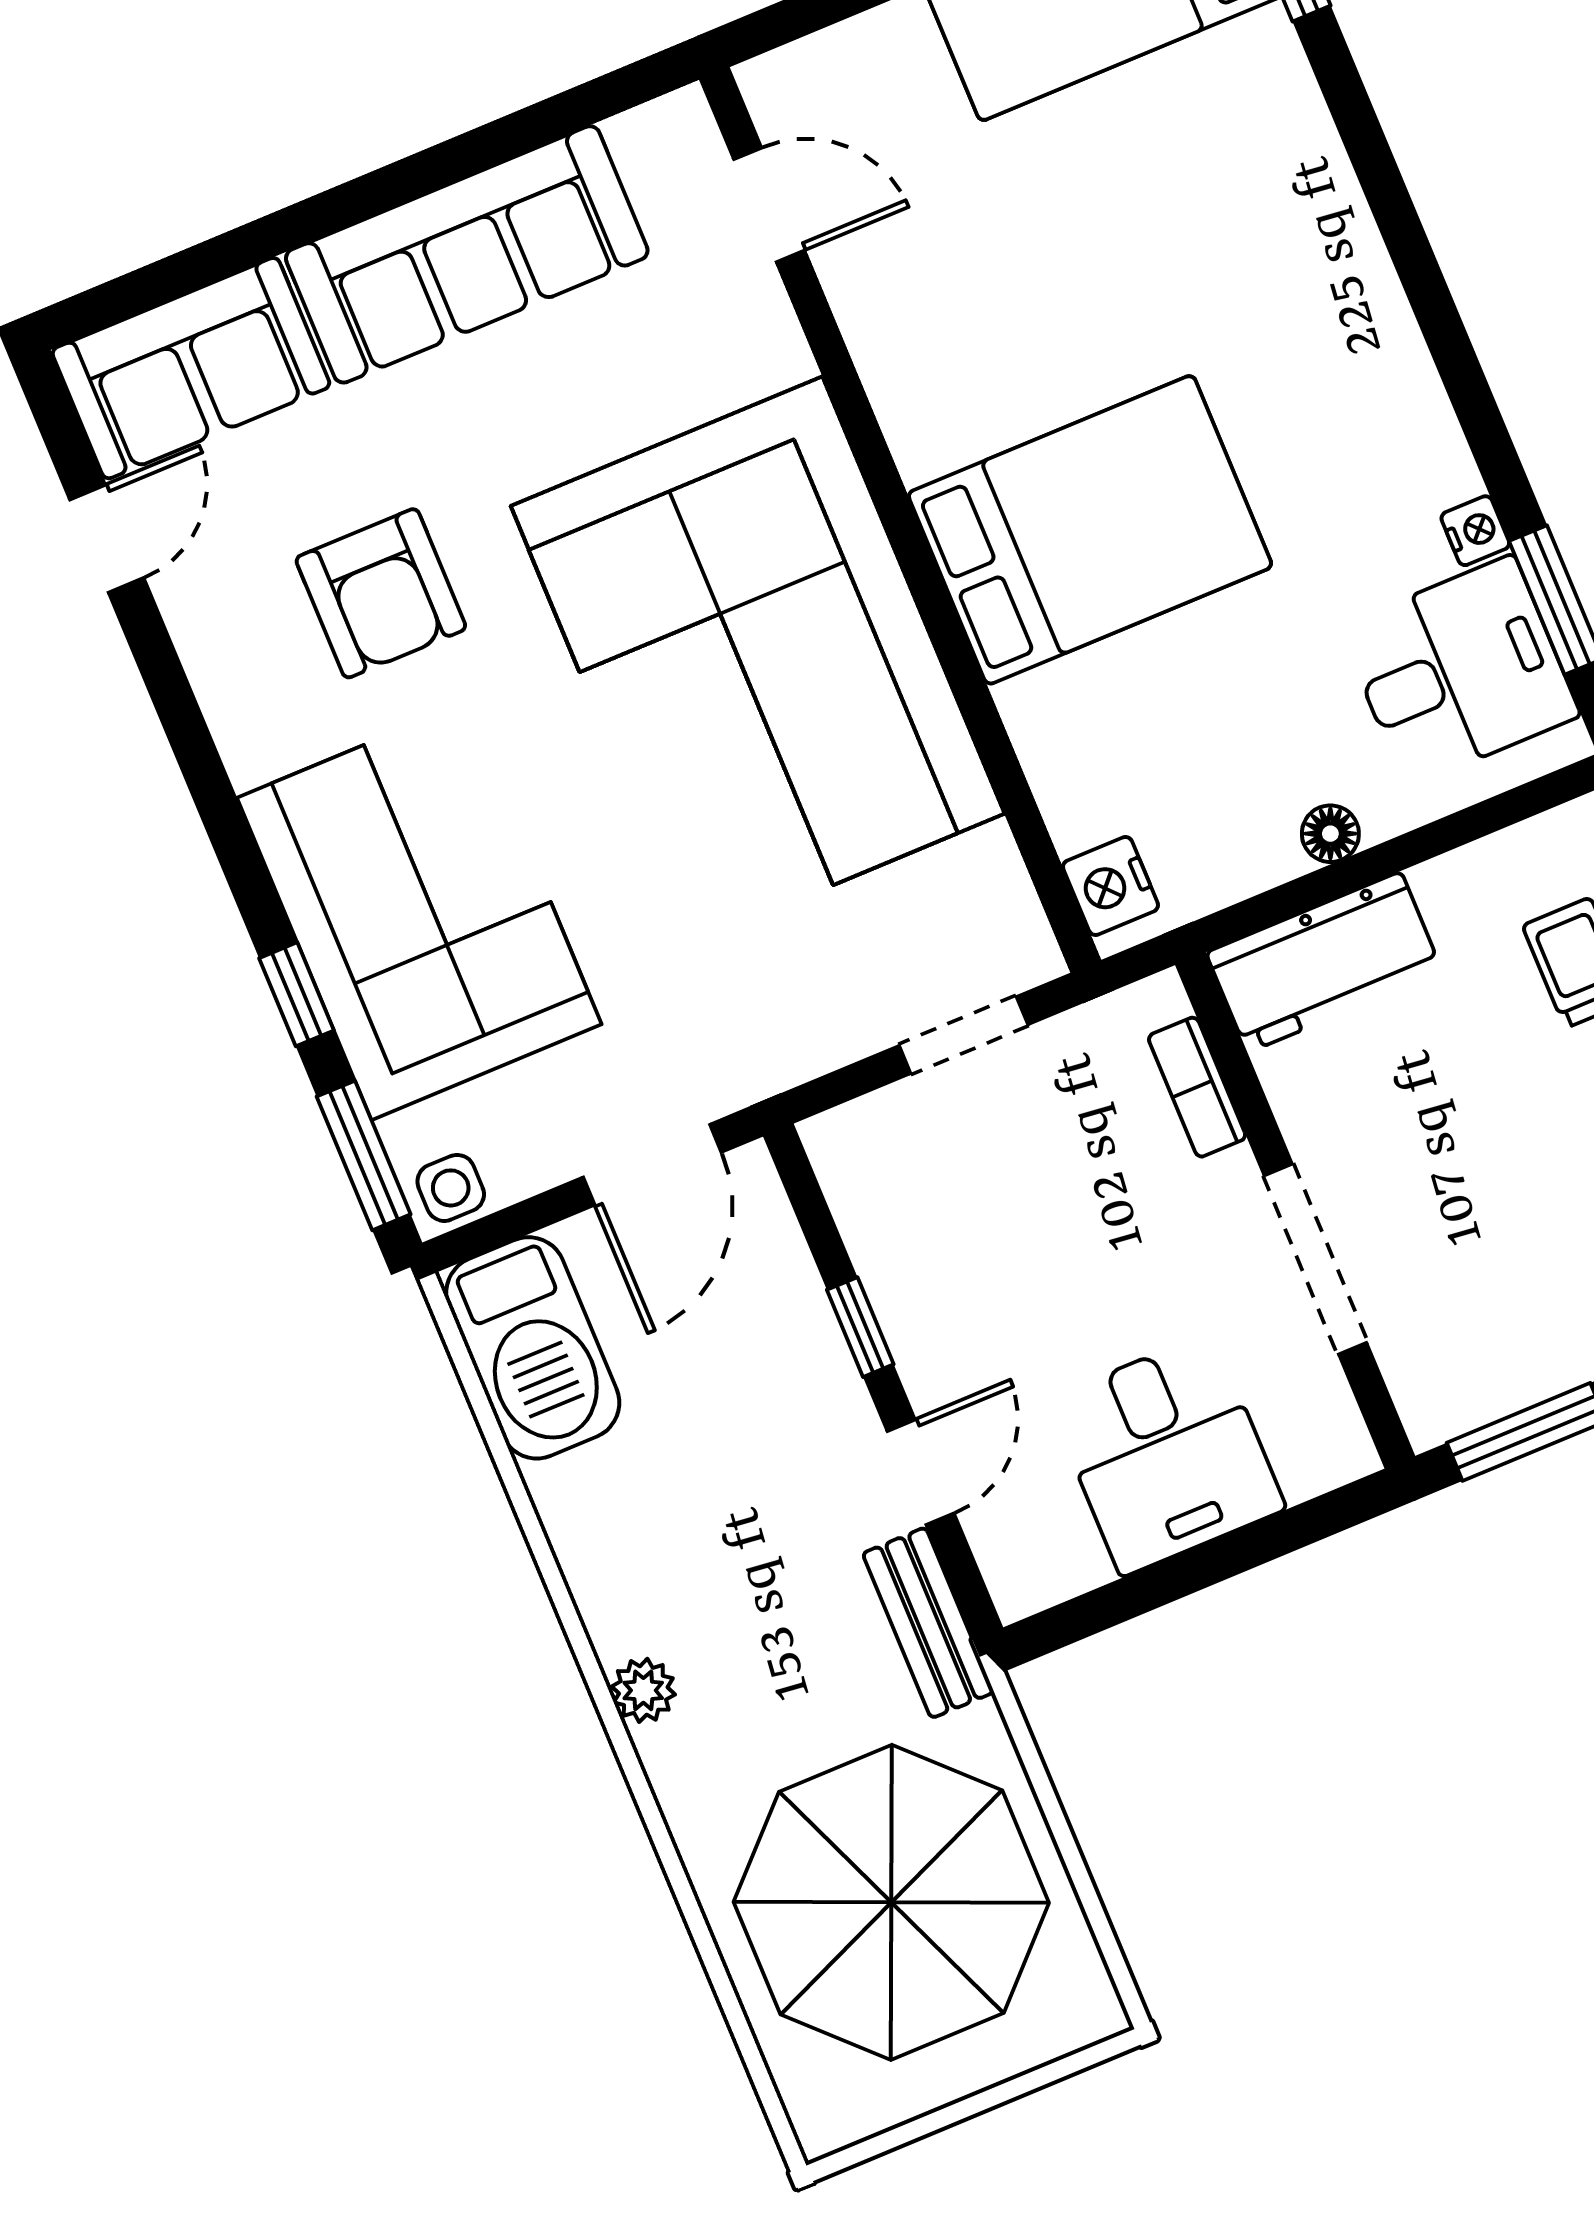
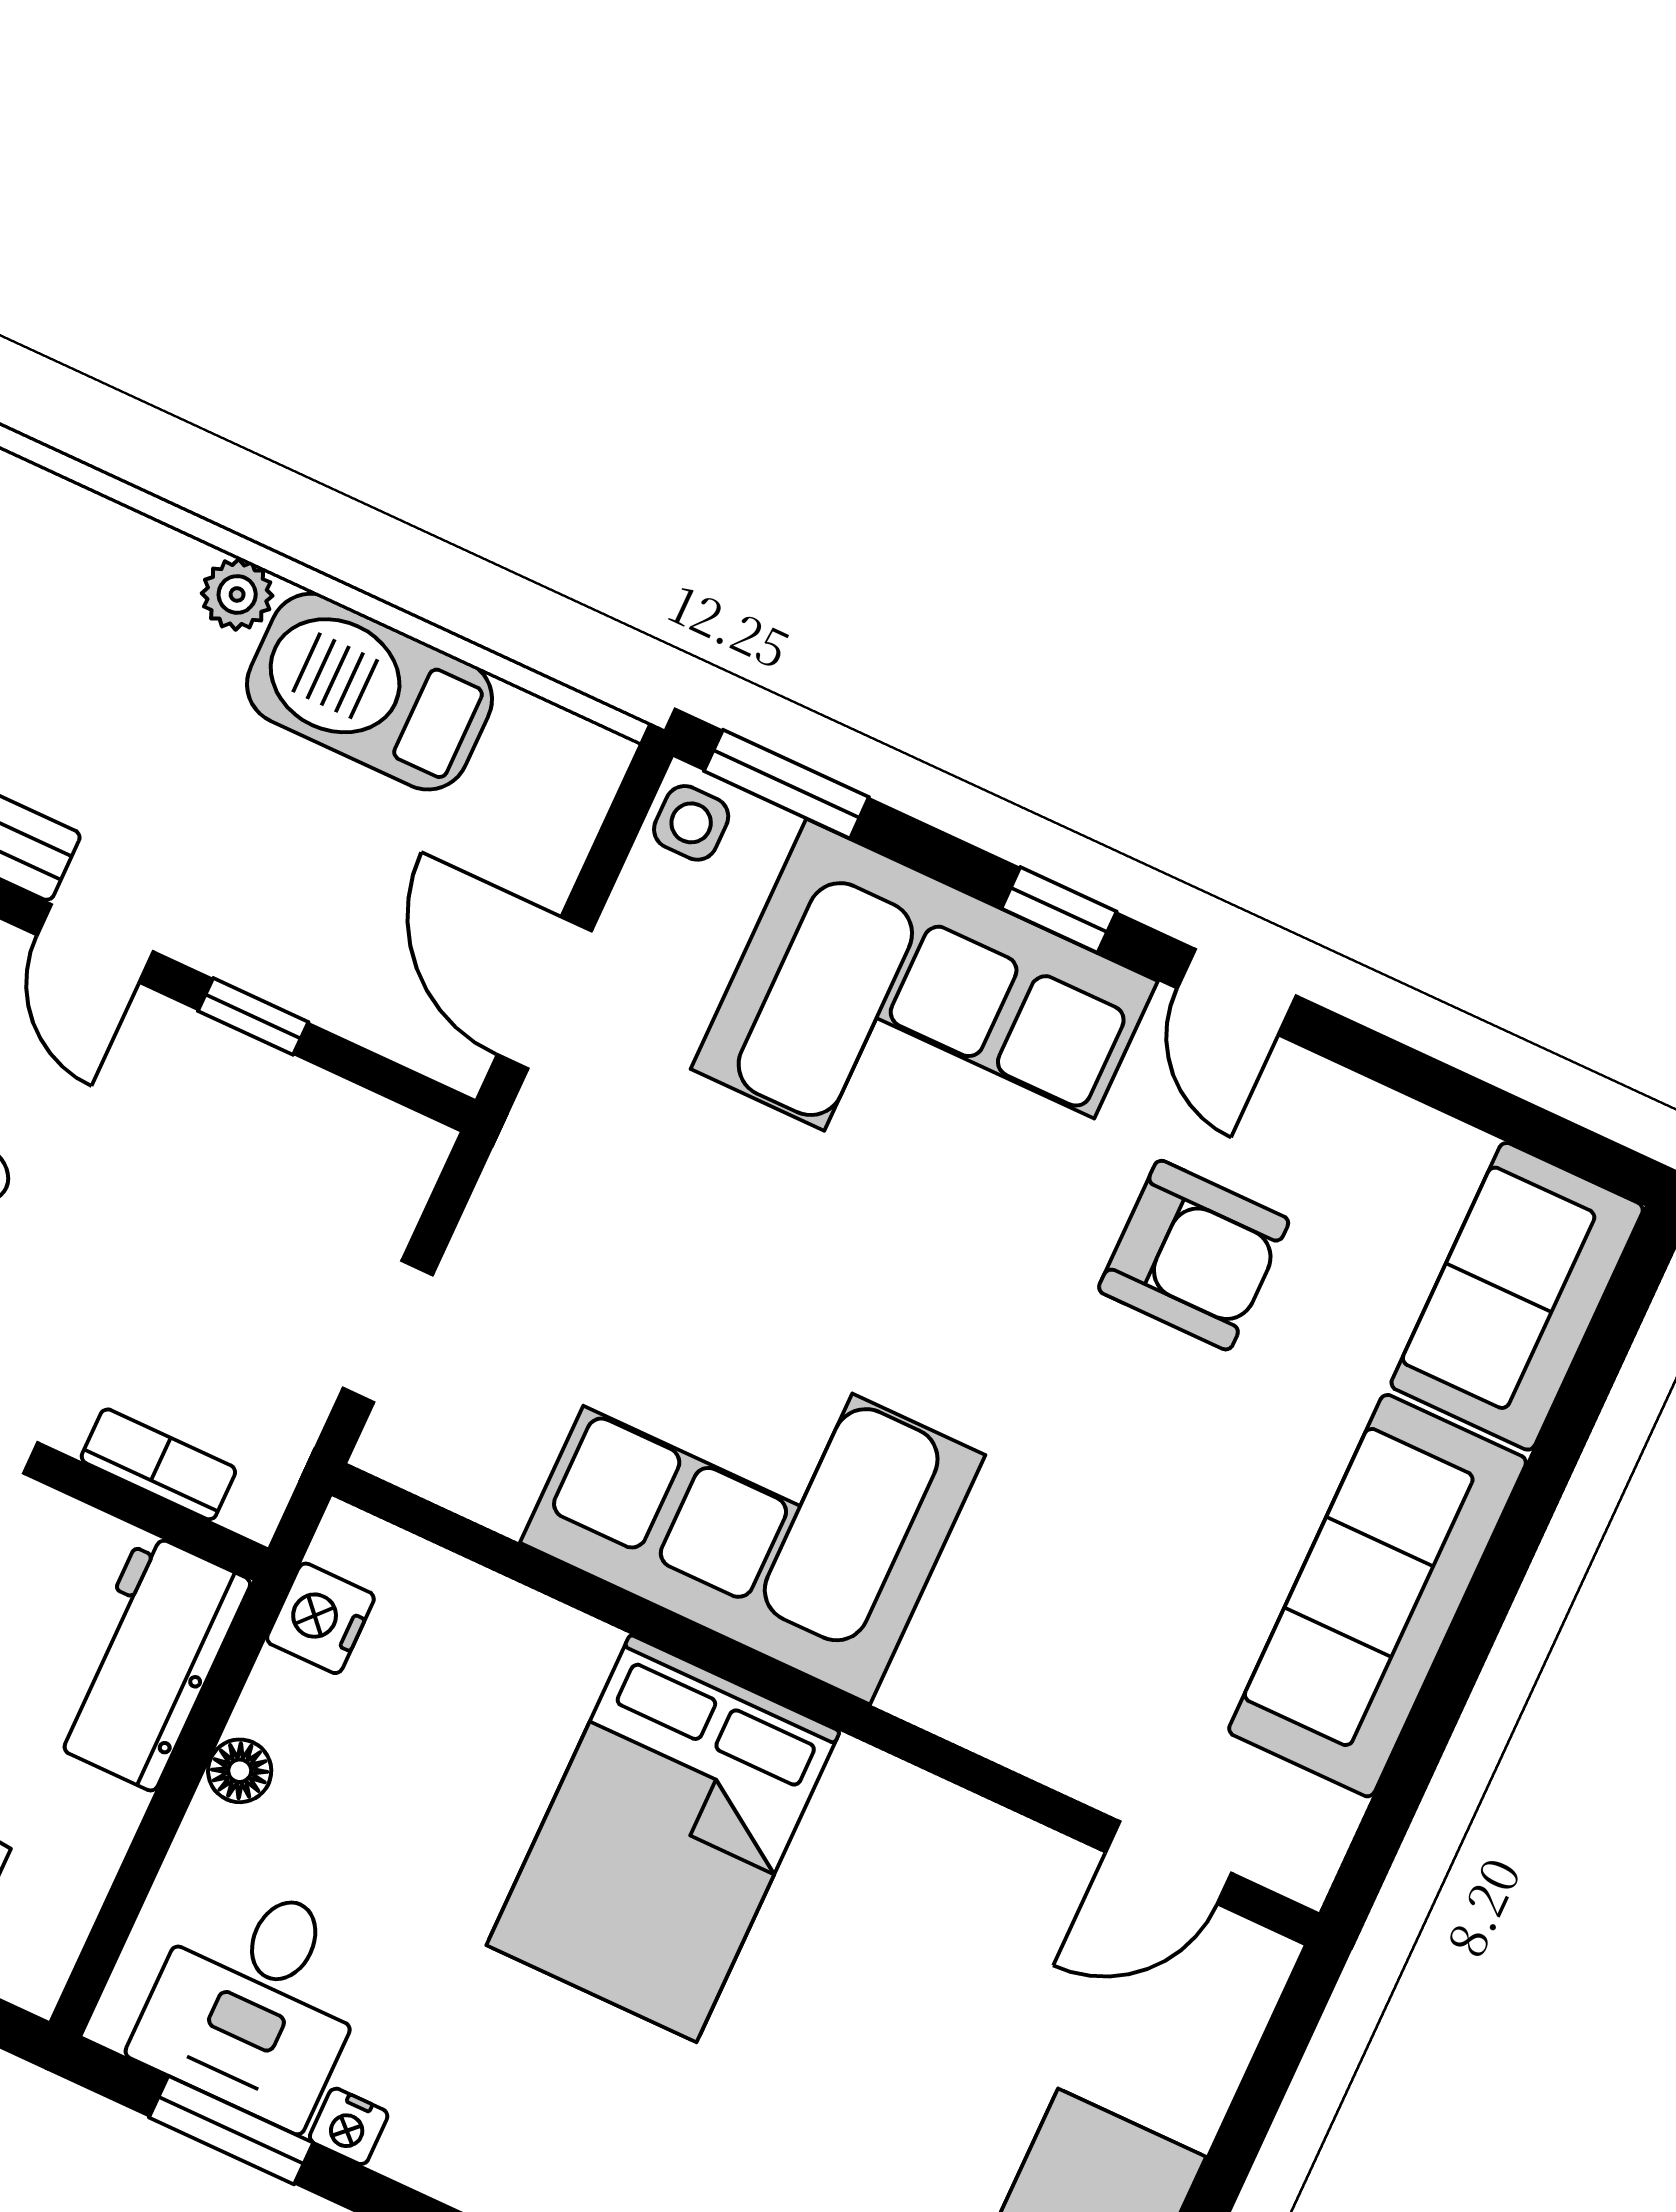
door: (107, 539) -> (1237, 992), moved
armchair: (381, 593) -> (1194, 1255), turned 180
corner sofa: (758, 660) -> (753, 1499), width x0.73, depth x0.74
nightstand: (1111, 886) -> (320, 1618), moved, turned -90
window: (296, 994) -> (1059, 910), moved
barbecue: (533, 1348) -> (369, 692), moved
plant: (643, 1690) -> (237, 594), moved

